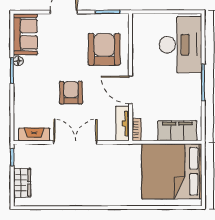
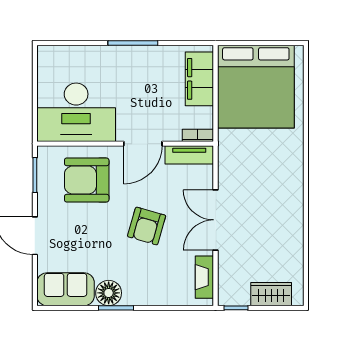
desk: (180, 45) -> (76, 112), moved, turned 180
floor lamp: (18, 61) -> (109, 293), width x1.89, depth x1.89
armchair: (71, 93) -> (147, 226), turned -74

